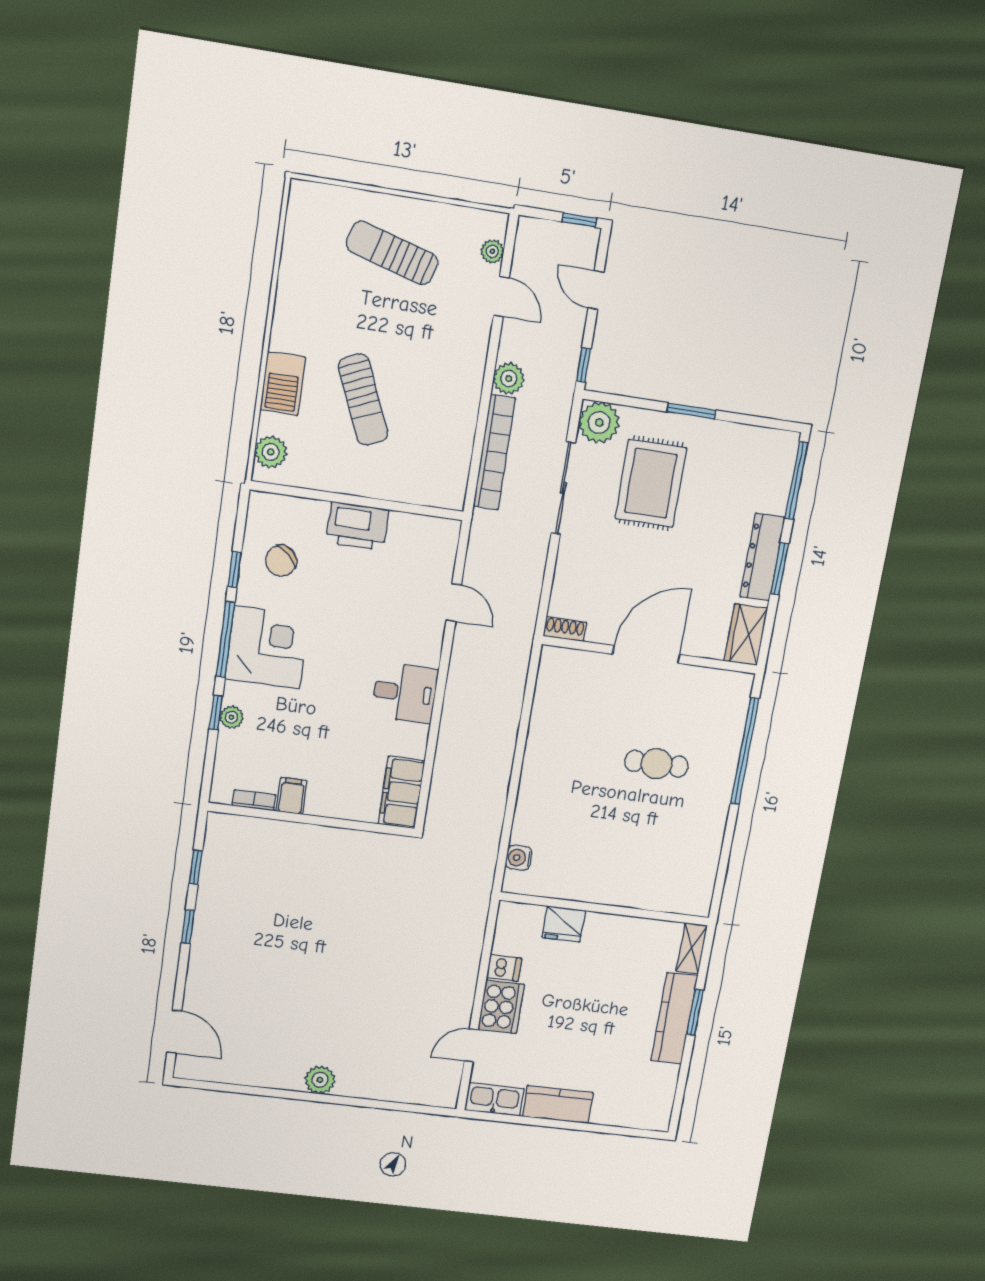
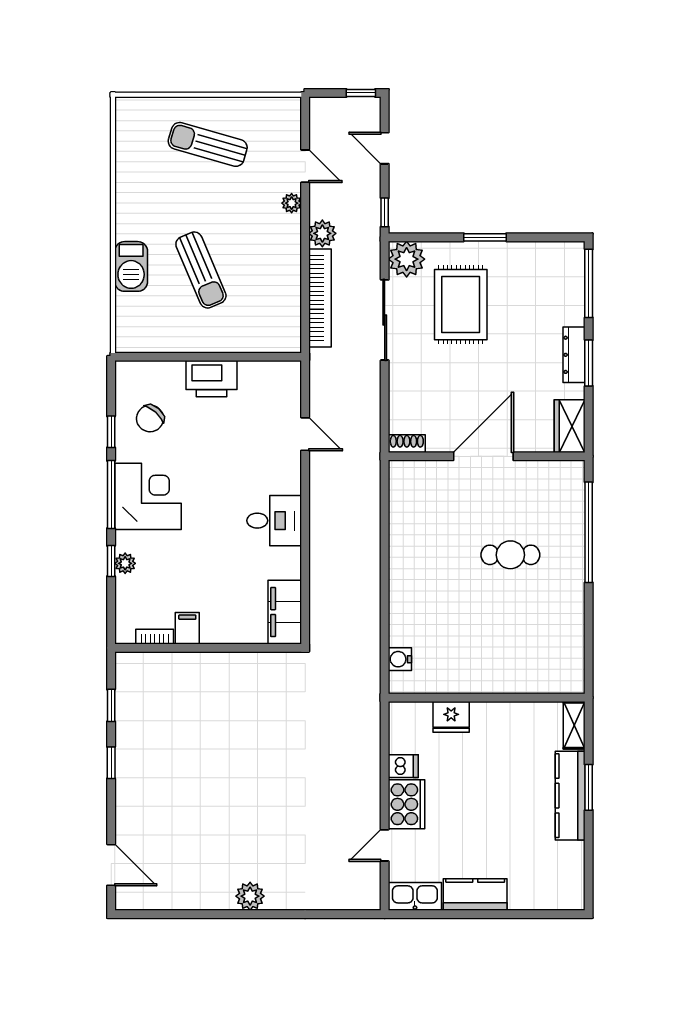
plant: (492, 251) -> (292, 203), moved
plant: (271, 452) -> (129, 326), removed
dresser: (762, 557) -> (574, 355), width x0.73, depth x0.80

